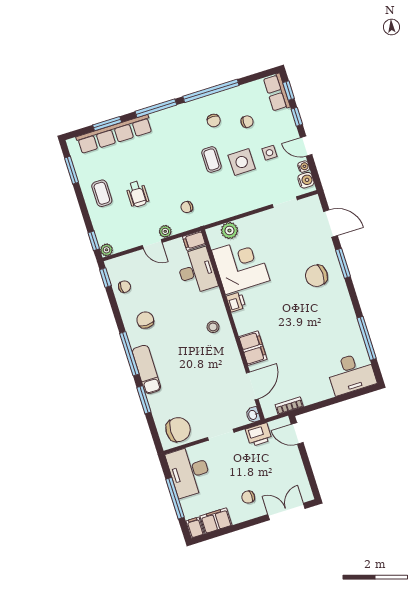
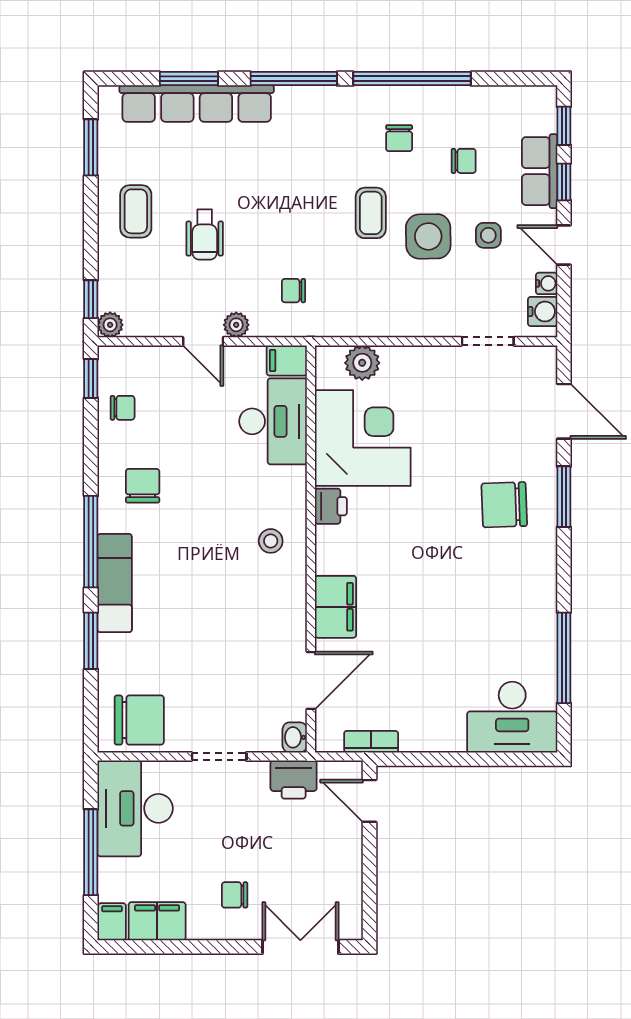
row of seats: (277, 92) -> (540, 171), moved

